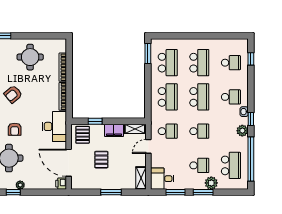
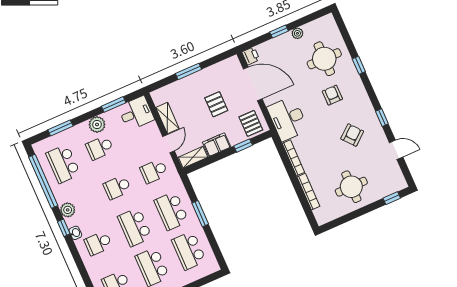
window: (148, 54) -> (200, 214), moved
shelving: (141, 178) -> (167, 118), moved
plant: (211, 183) -> (97, 125), moved
window: (13, 192) -> (279, 31), moved
window: (203, 192) -> (60, 128), moved

